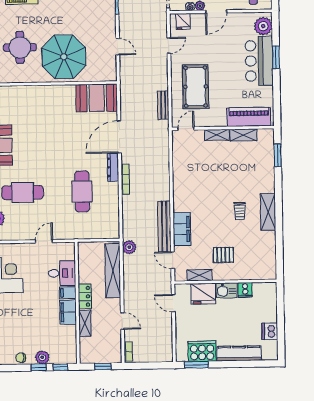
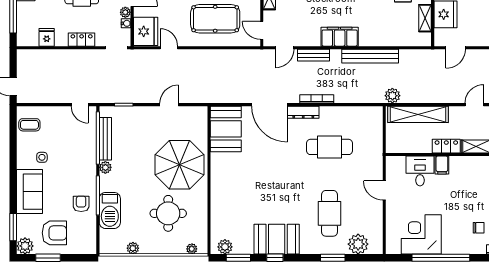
fridge: (183, 22) -> (146, 31), width x1.88, depth x1.34
bench: (163, 105) -> (314, 55), moved
filing cabinet: (182, 229) -> (340, 37), moved
door: (173, 260) -> (284, 48), moved
filing cabinet: (68, 312) -> (463, 165), removed
chair: (12, 327) -> (479, 228), added

